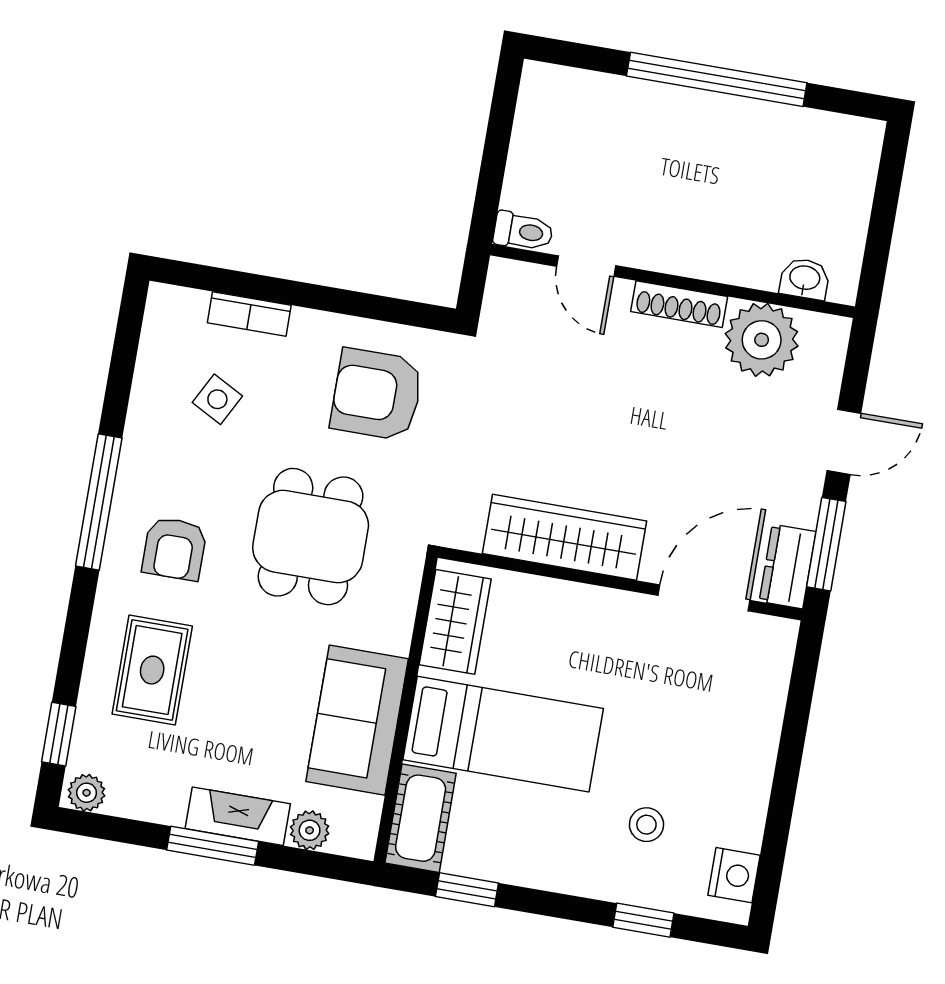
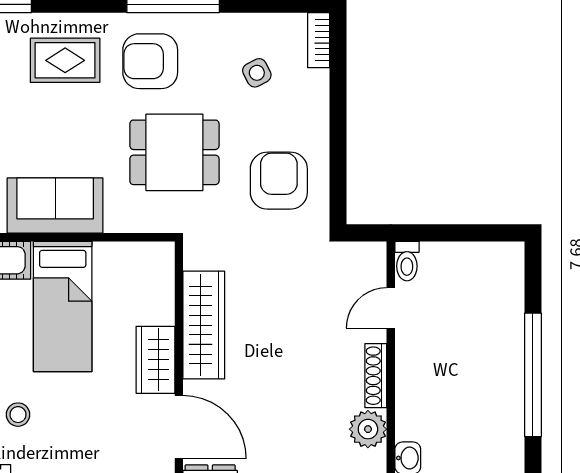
bookcase: (249, 314) -> (319, 40), moved
plant: (762, 340) -> (368, 429), width x0.73, depth x0.73
side table: (217, 399) -> (257, 73), turned 34
armchair: (174, 549) -> (150, 61), width x1.38, depth x1.38
wardrobe: (455, 622) -> (155, 360), moved, turned 90

